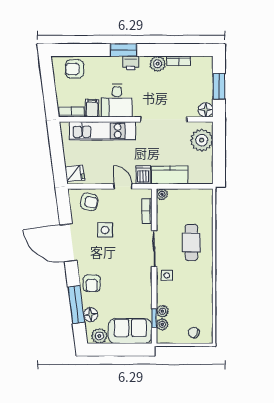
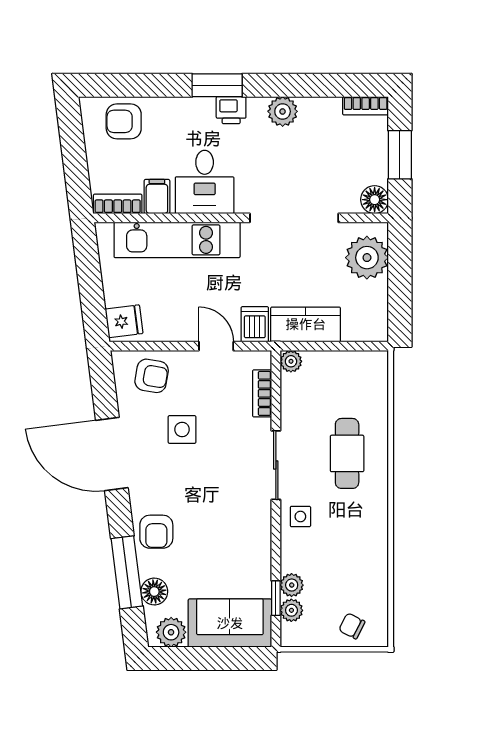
bookcase: (179, 61) -> (366, 106), moved

